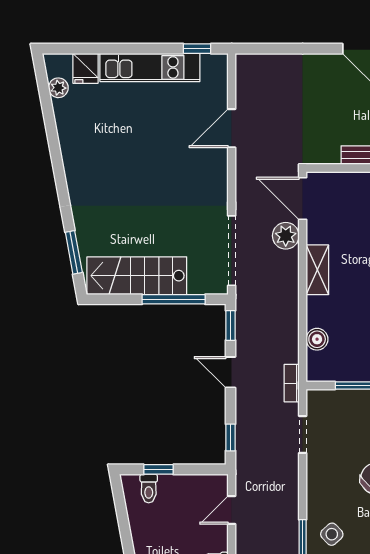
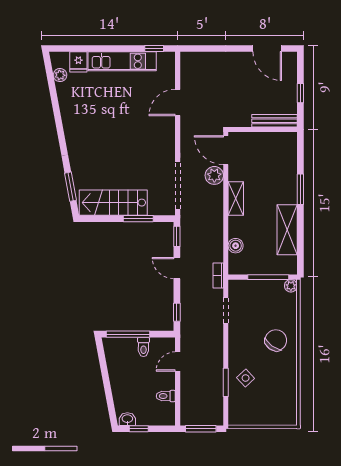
window: (174, 299) -> (138, 219), width x0.69
window: (159, 469) -> (128, 334), width x2.17
toilet: (149, 488) -> (143, 347), moved

